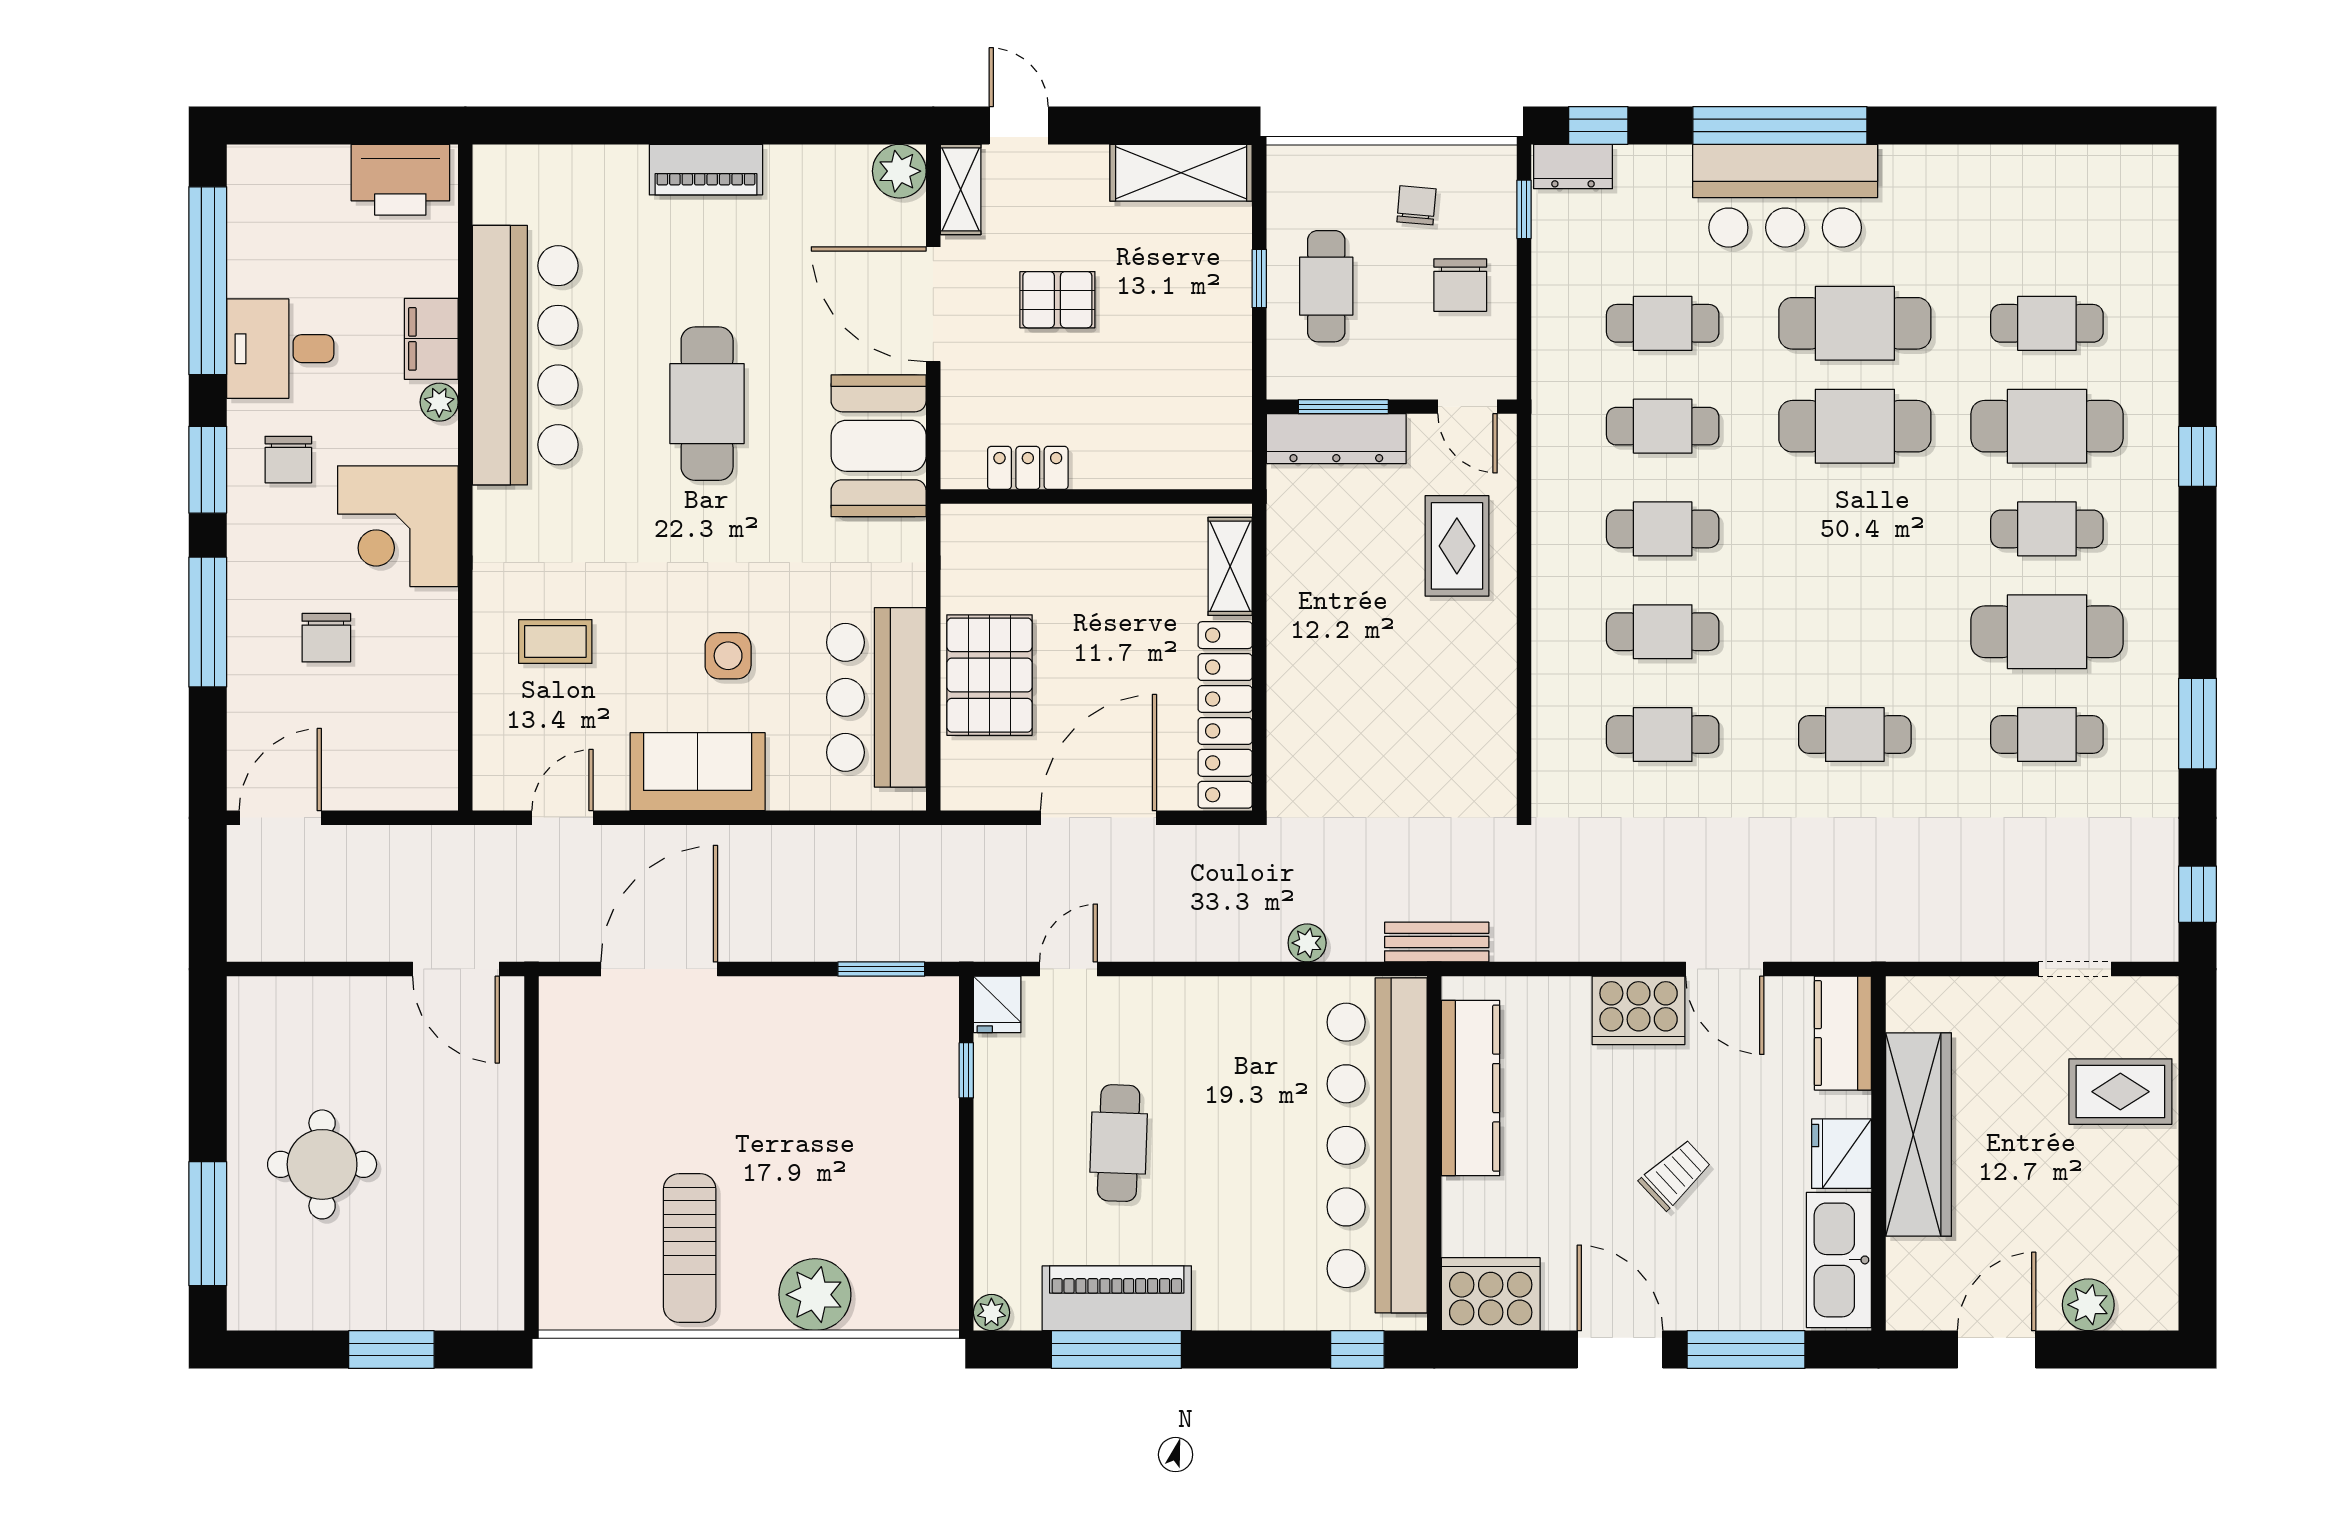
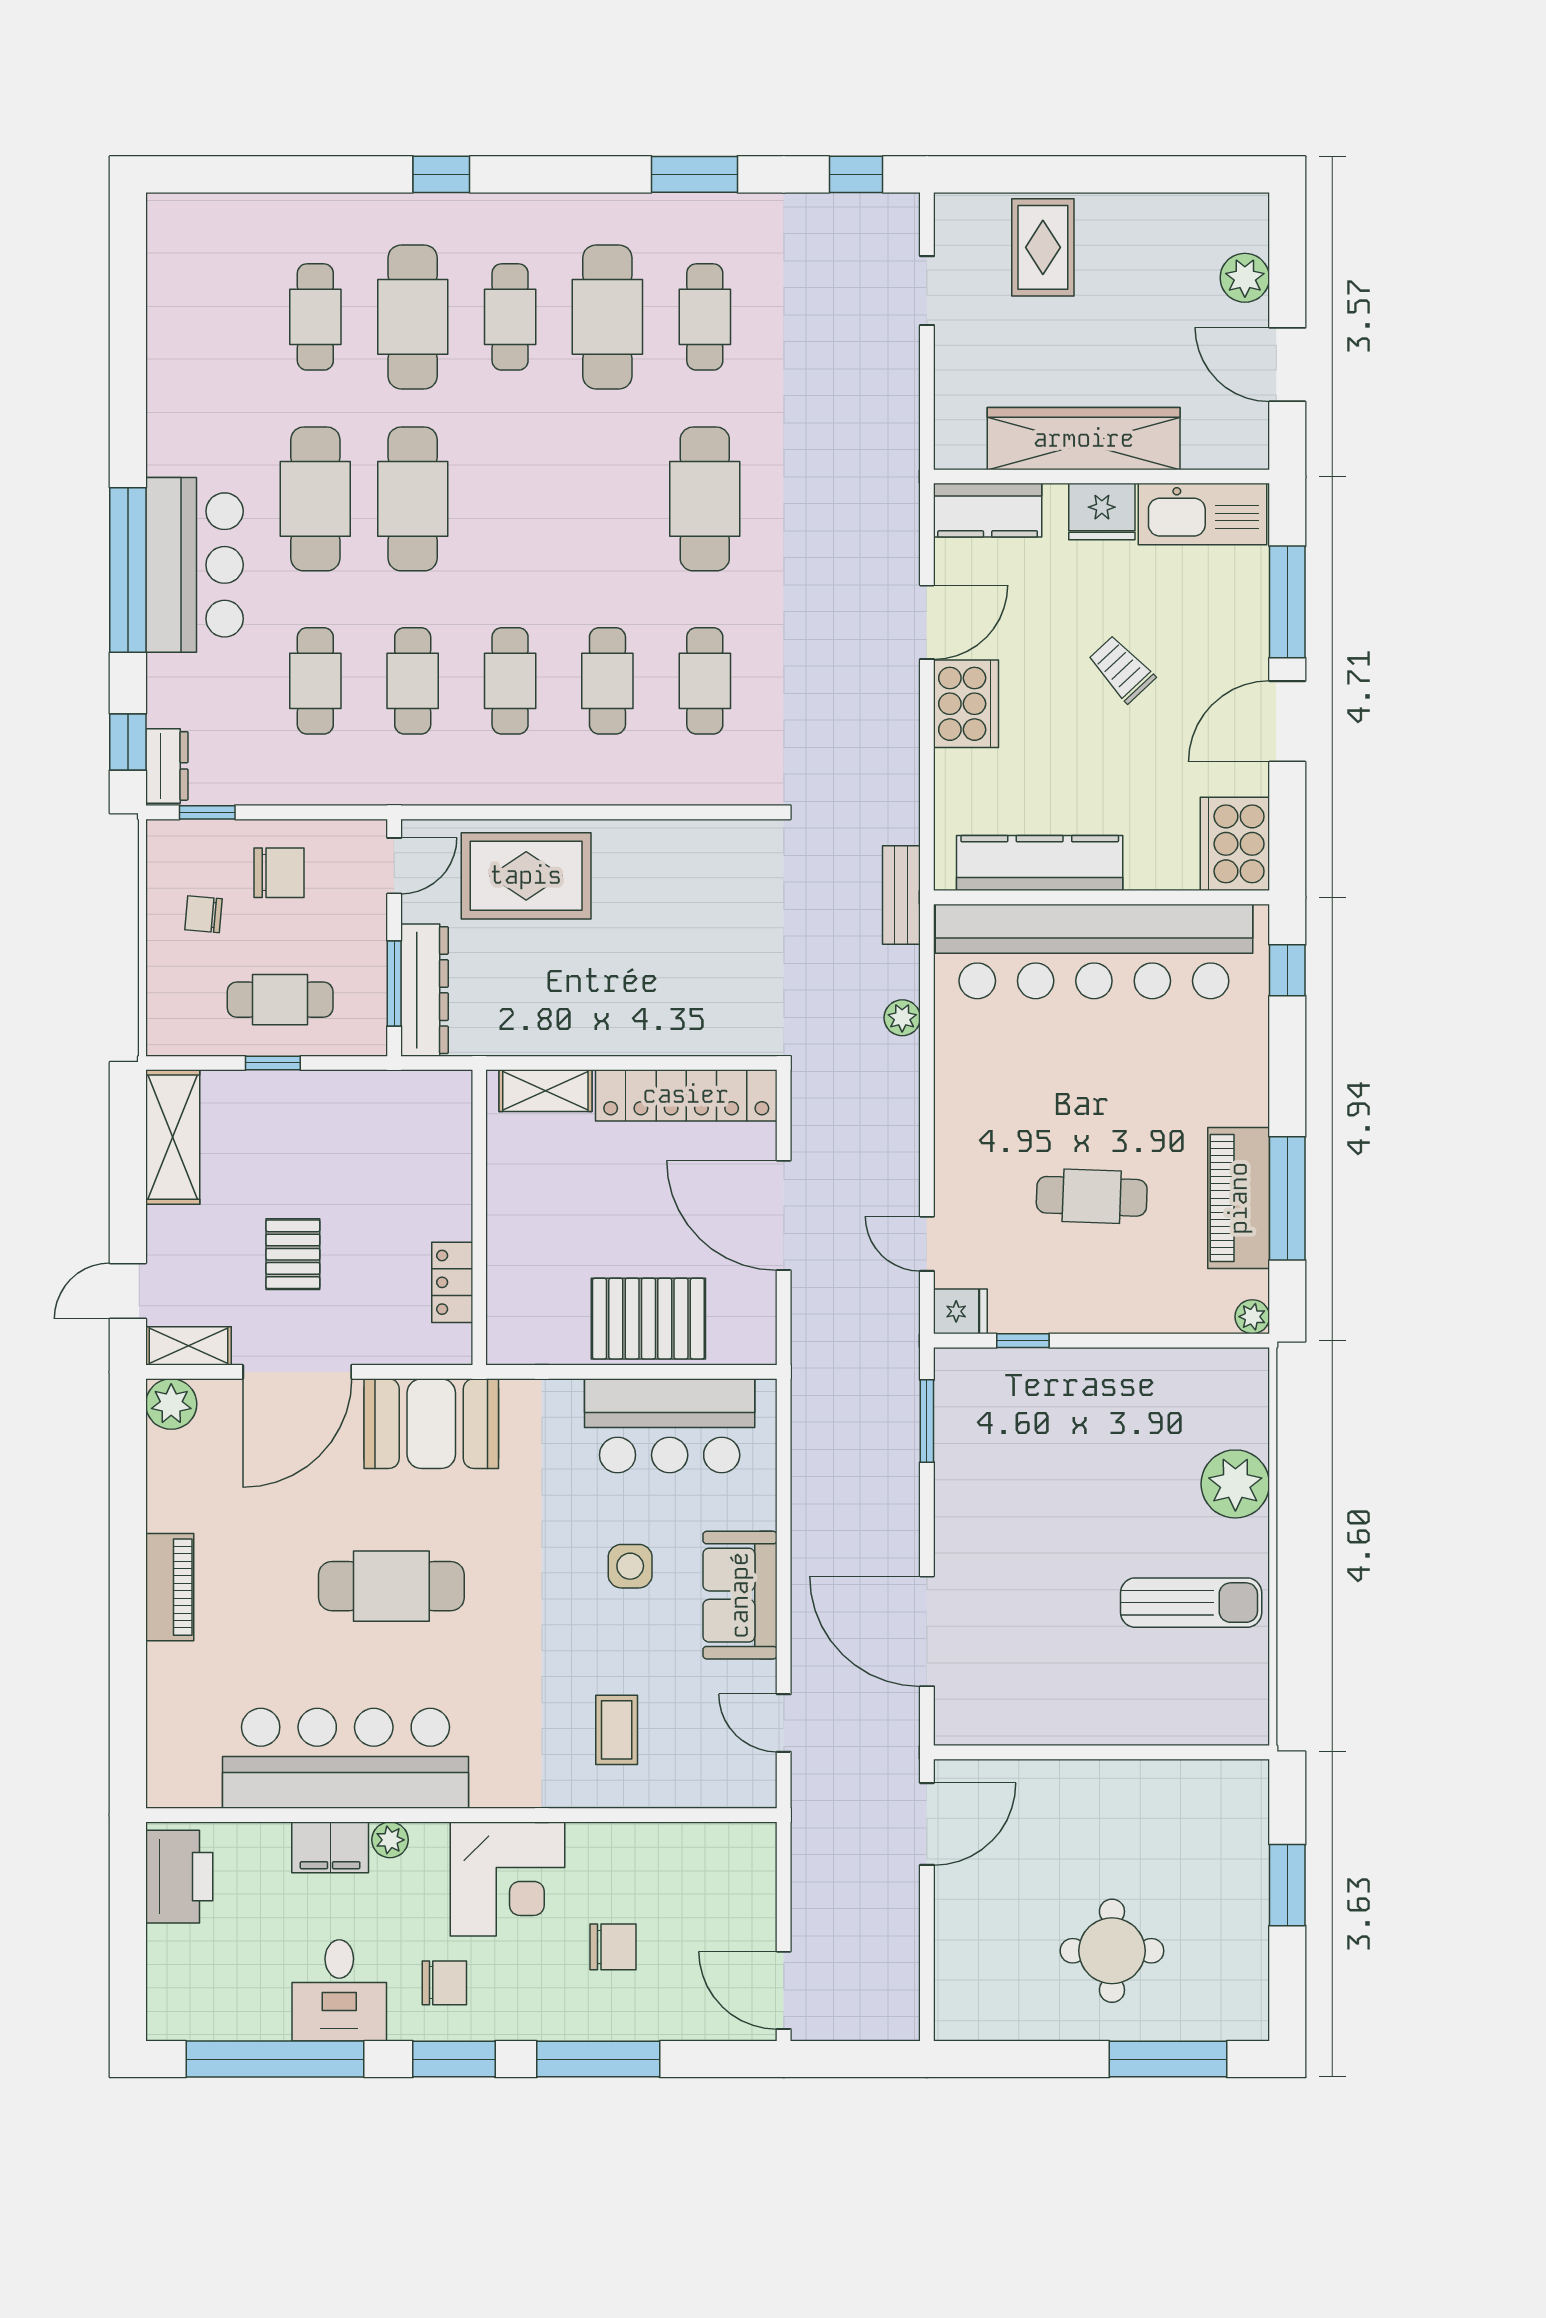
rug: (1457, 546) -> (526, 876), width x1.36, depth x1.43
cafe table: (1855, 735) -> (705, 499), width x1.37, depth x1.35

